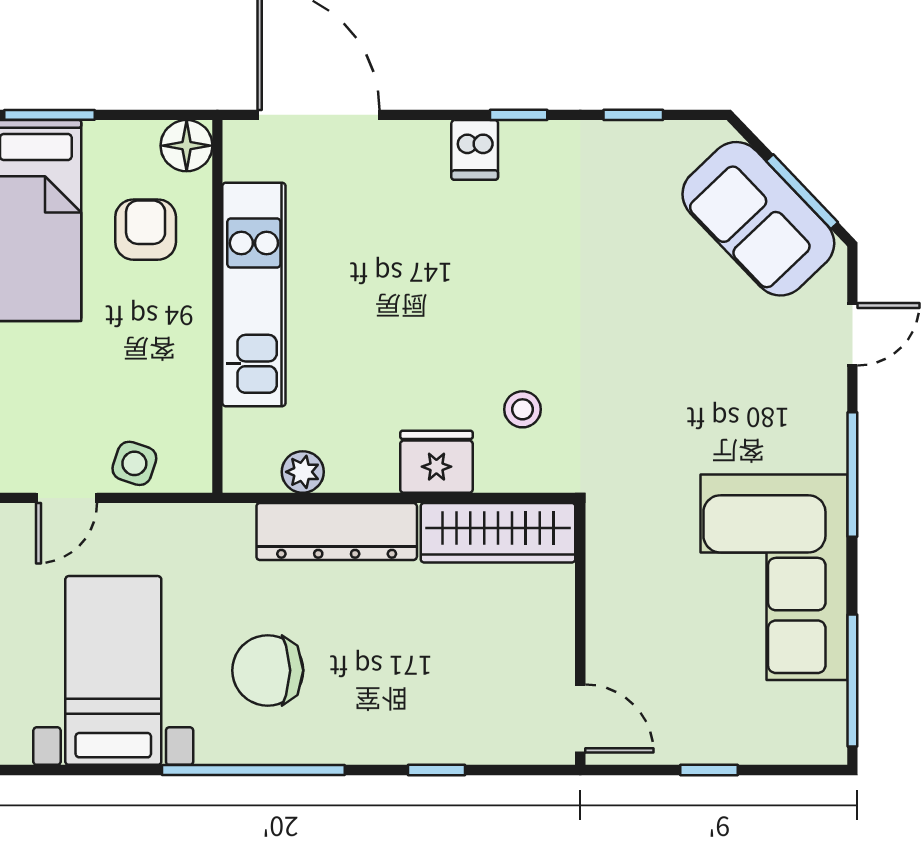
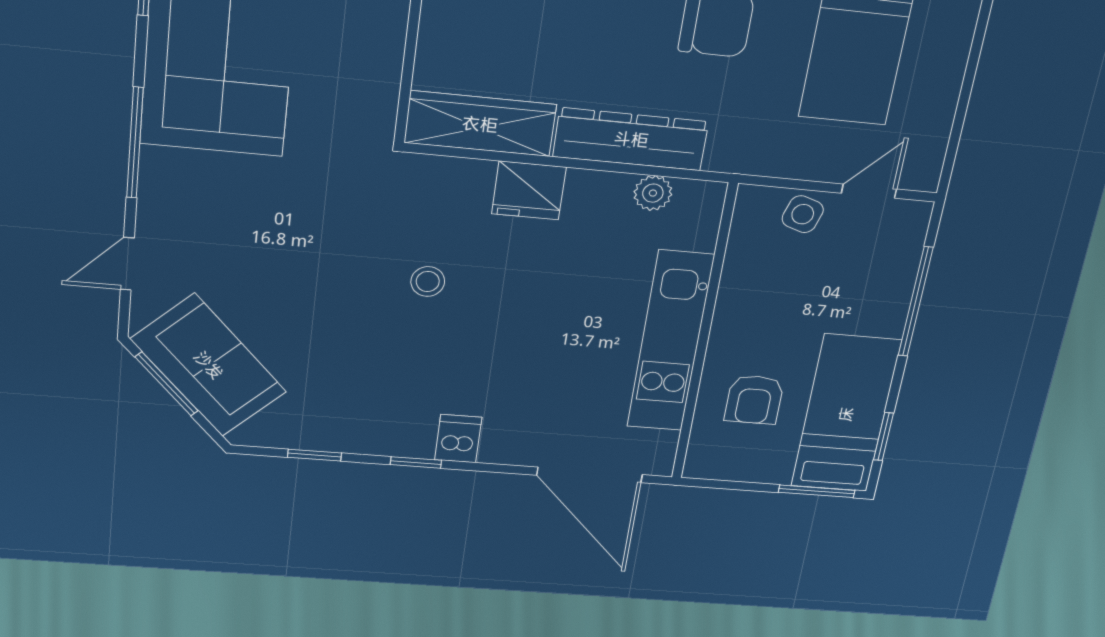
floor lamp: (187, 146) -> (706, 460), removed
stool: (523, 409) -> (428, 281), moved

